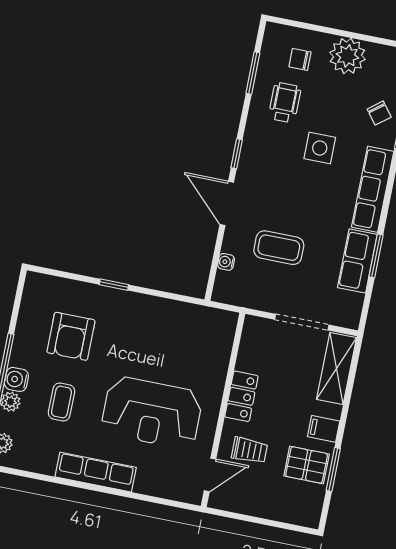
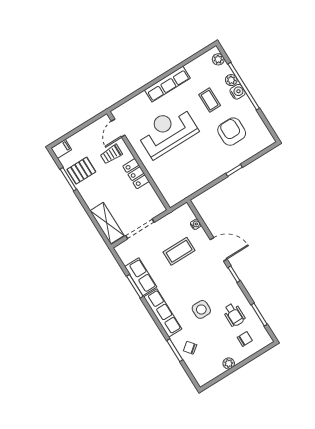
plant: (347, 56) -> (229, 363), width x0.53, depth x0.53
filing cabinet: (324, 429) -> (61, 149), moved

